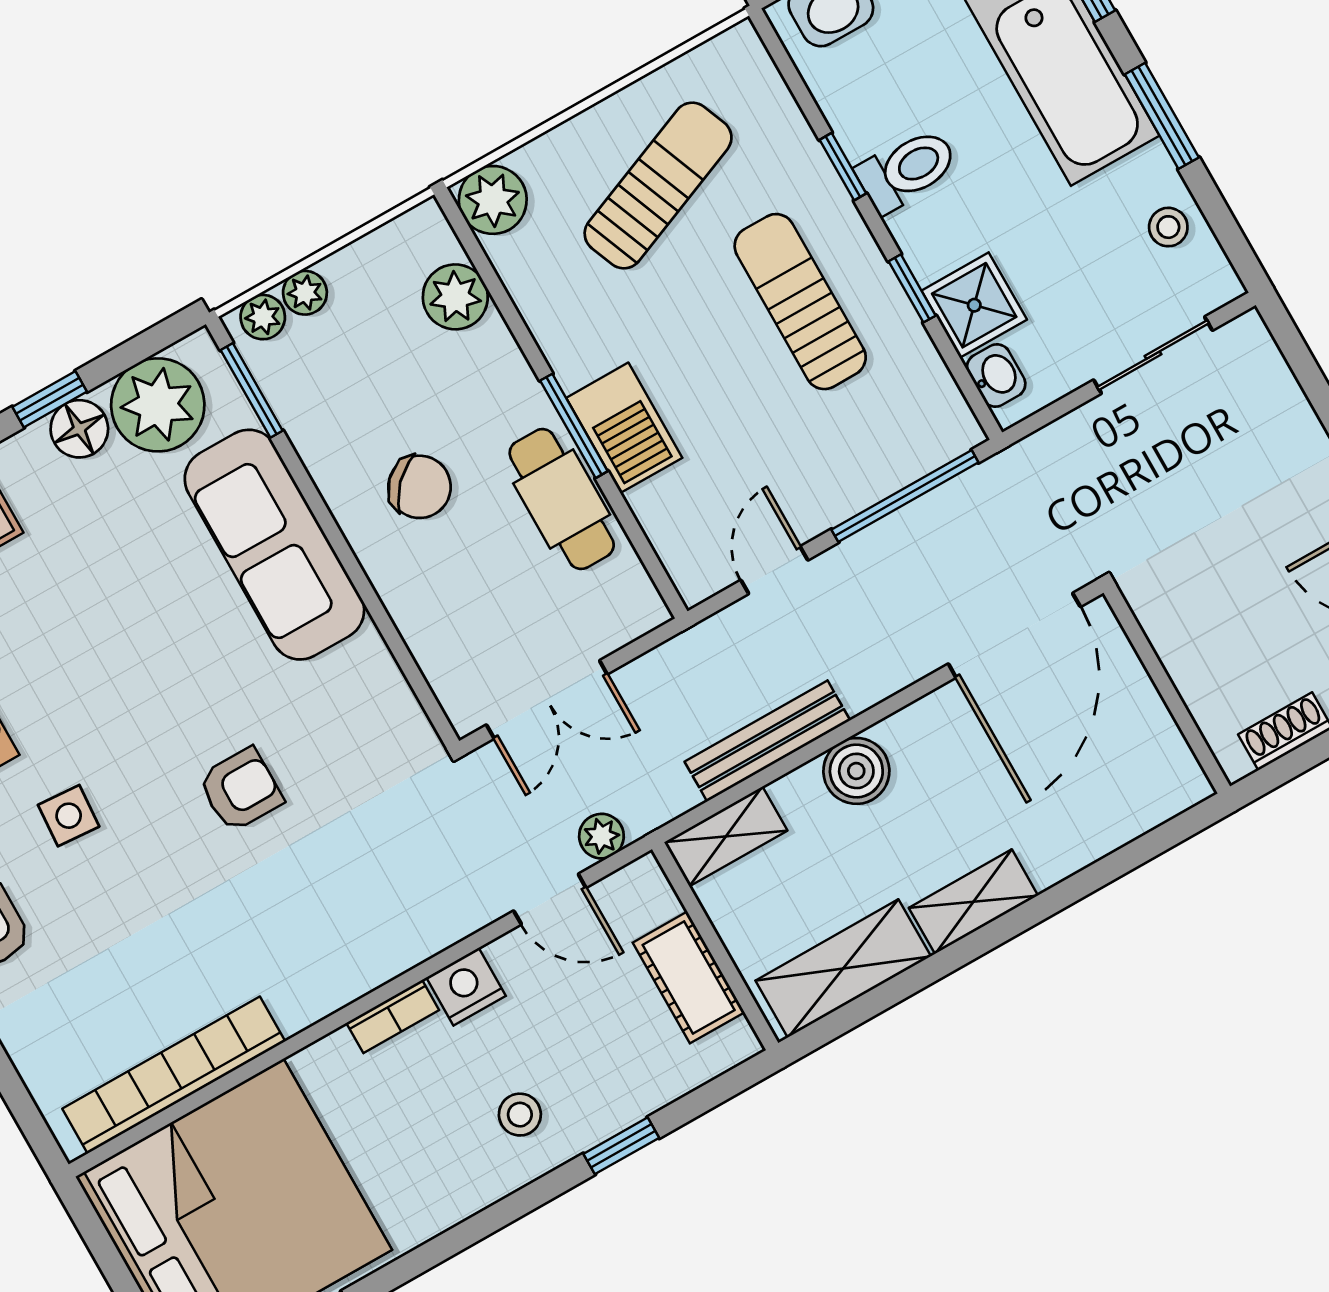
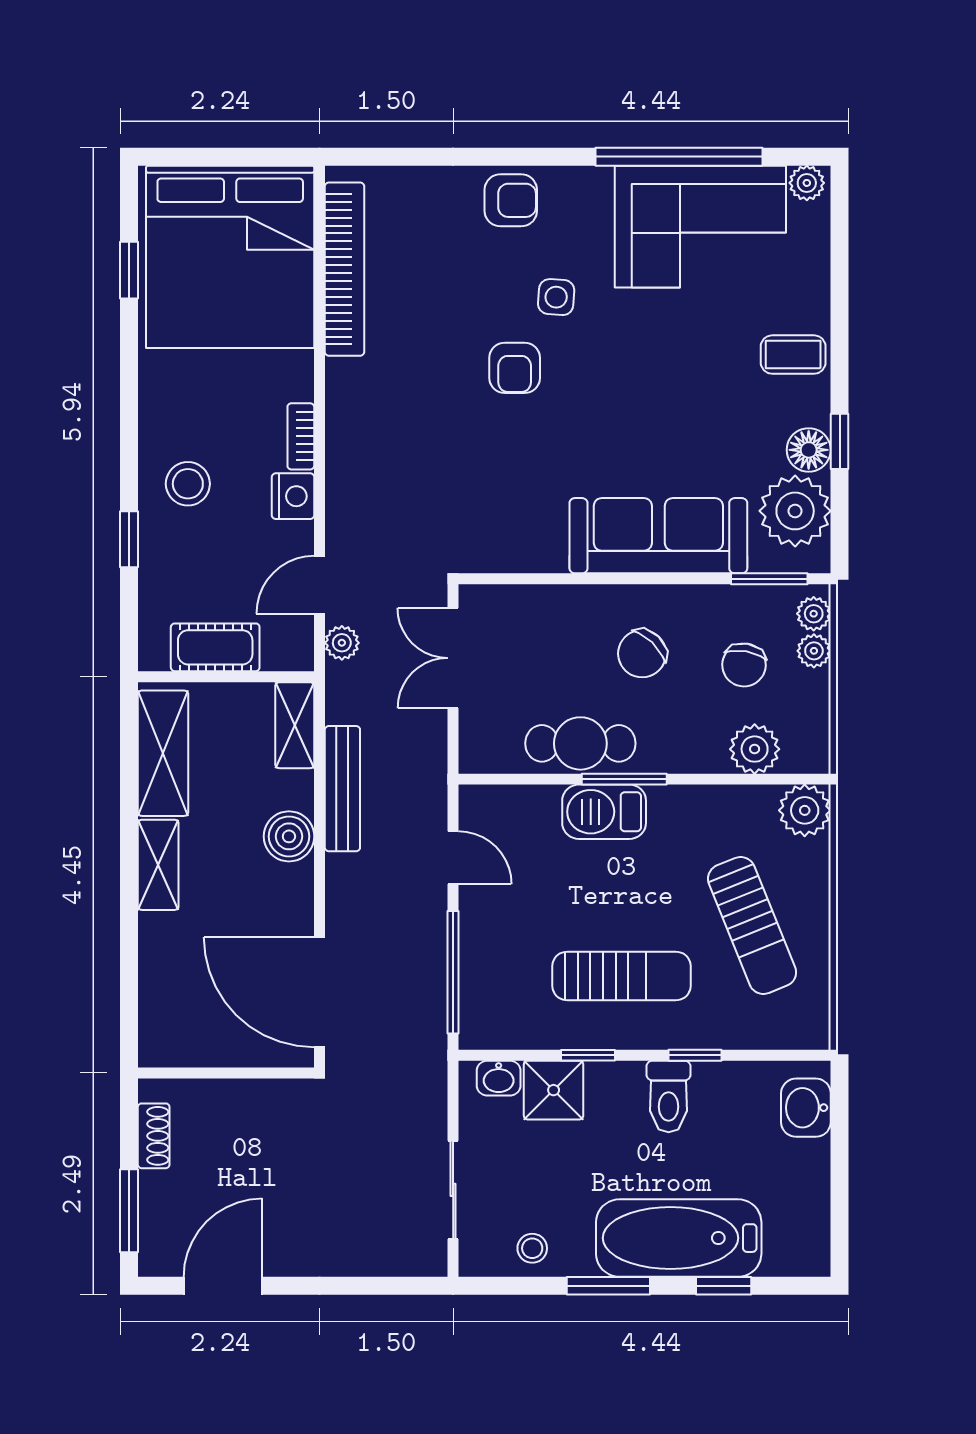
chair: (366, 363) -> (744, 665), added
armchair: (241, 790) -> (515, 368), moved
stool: (520, 1115) -> (188, 484), width x1.37, depth x1.37

